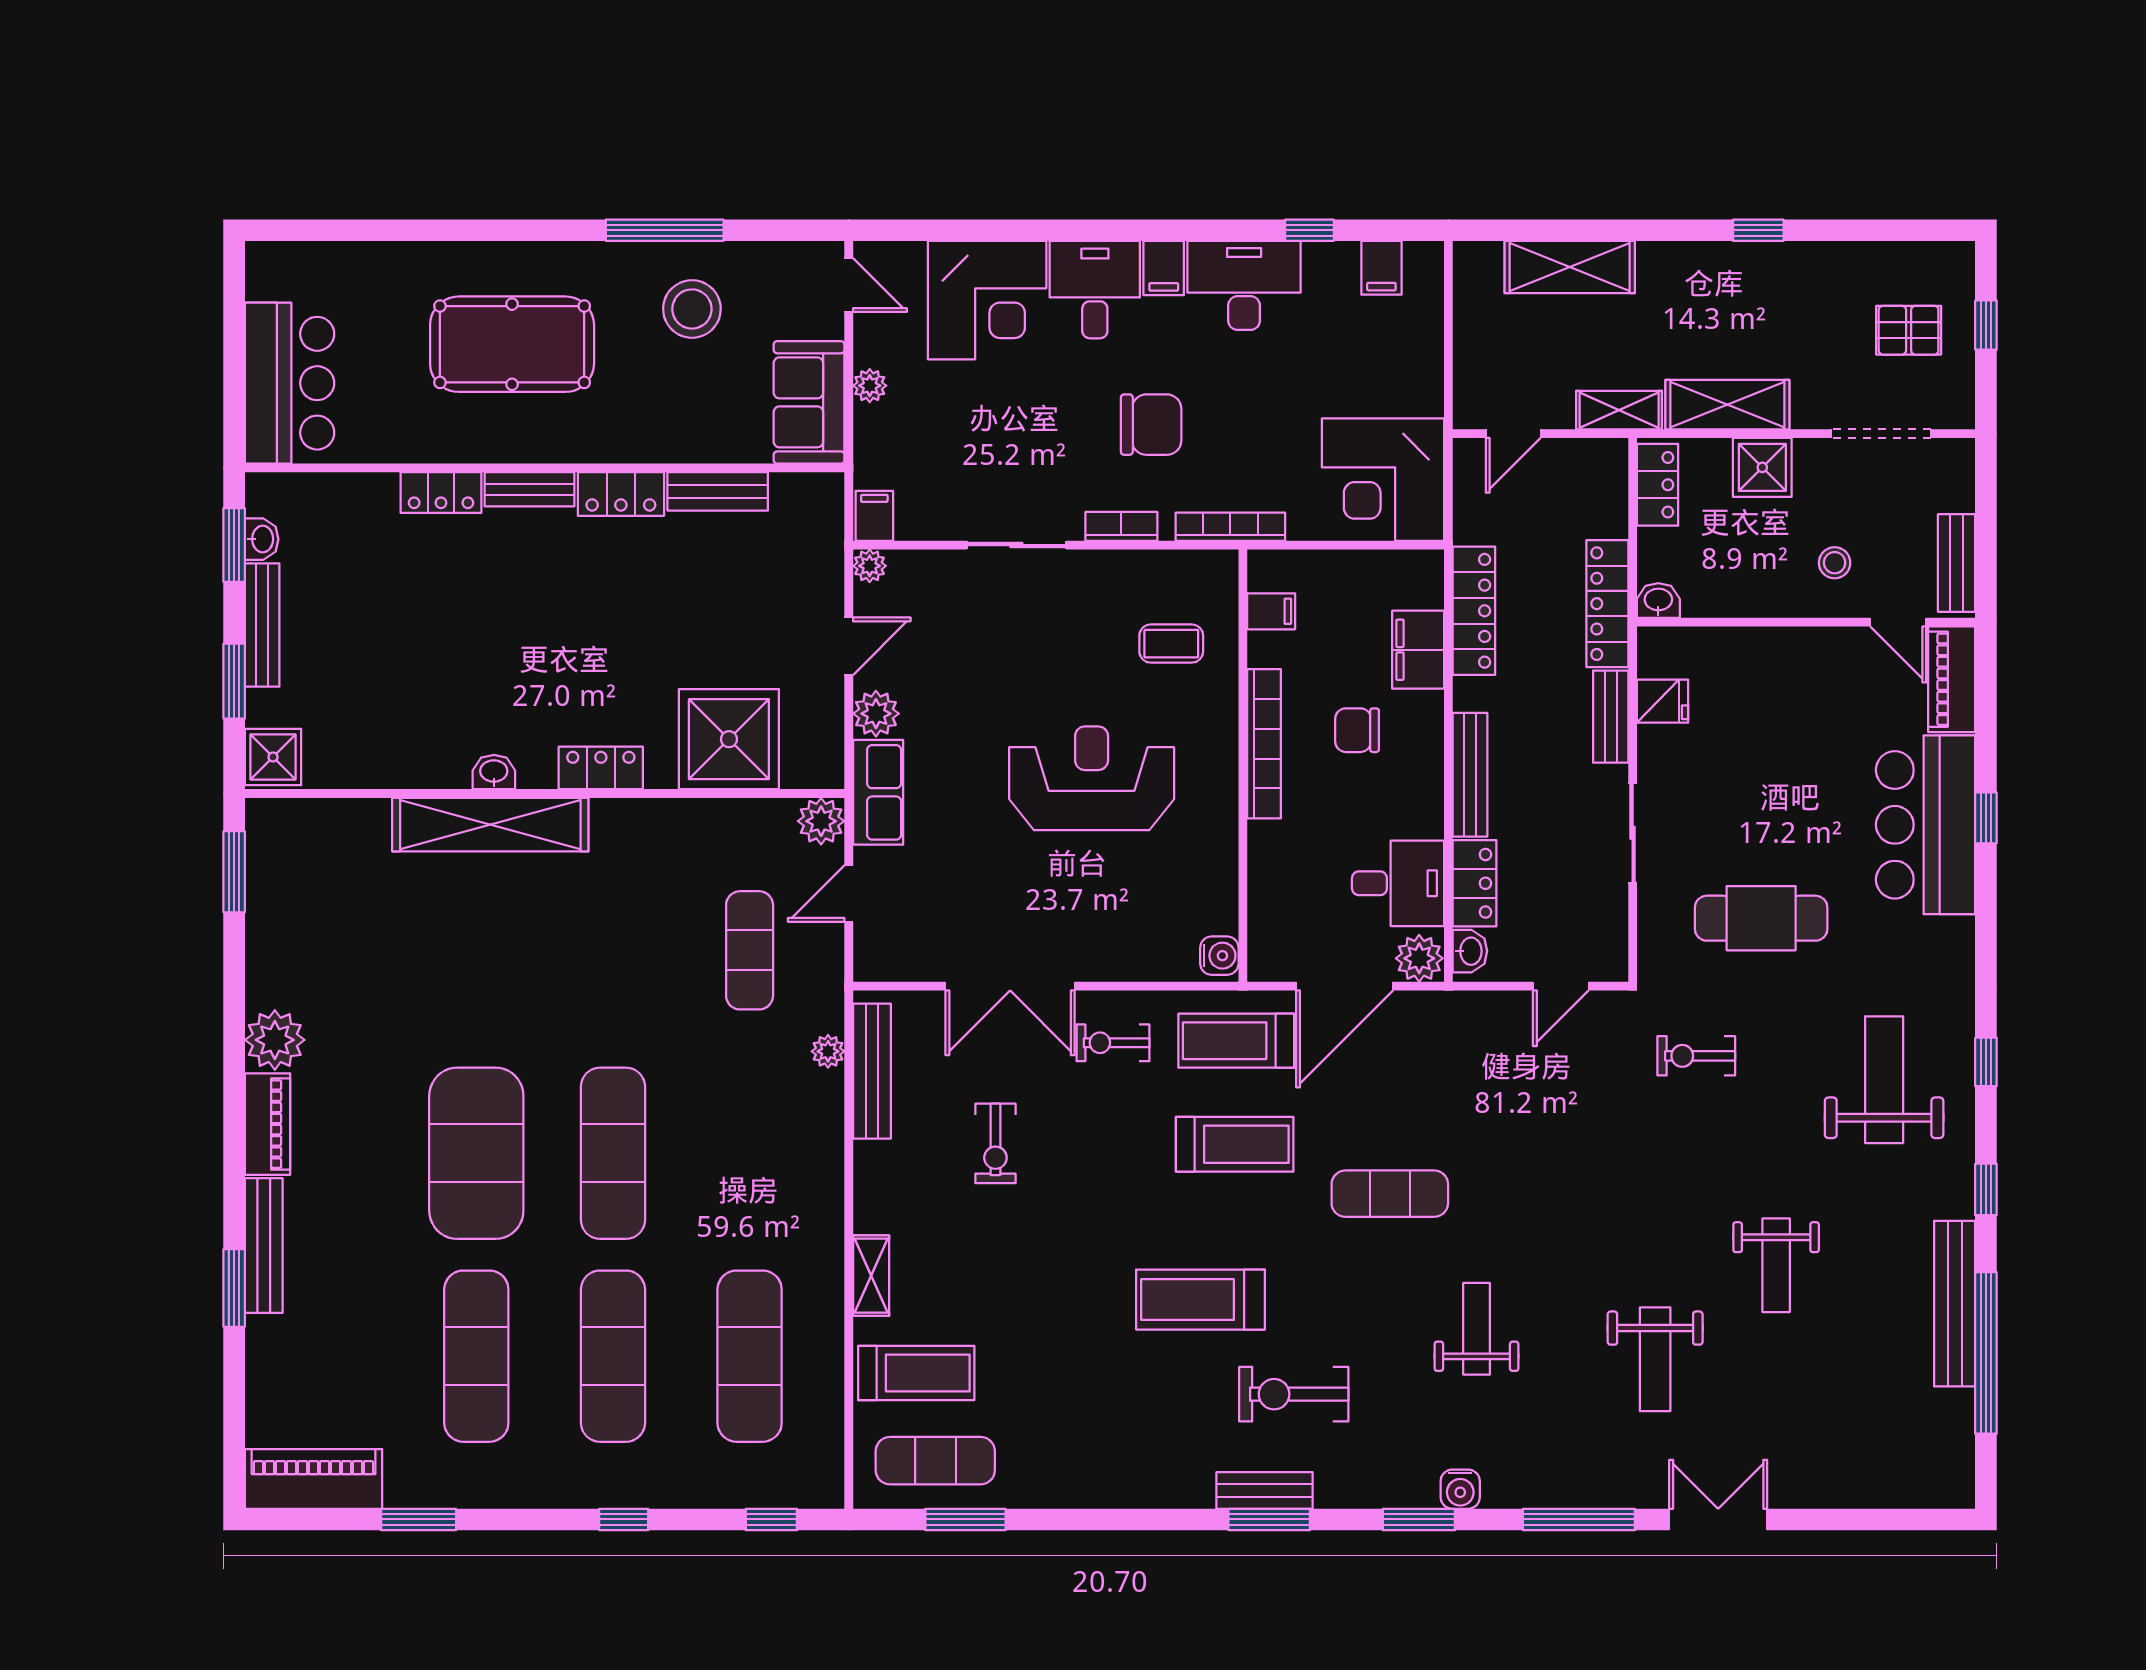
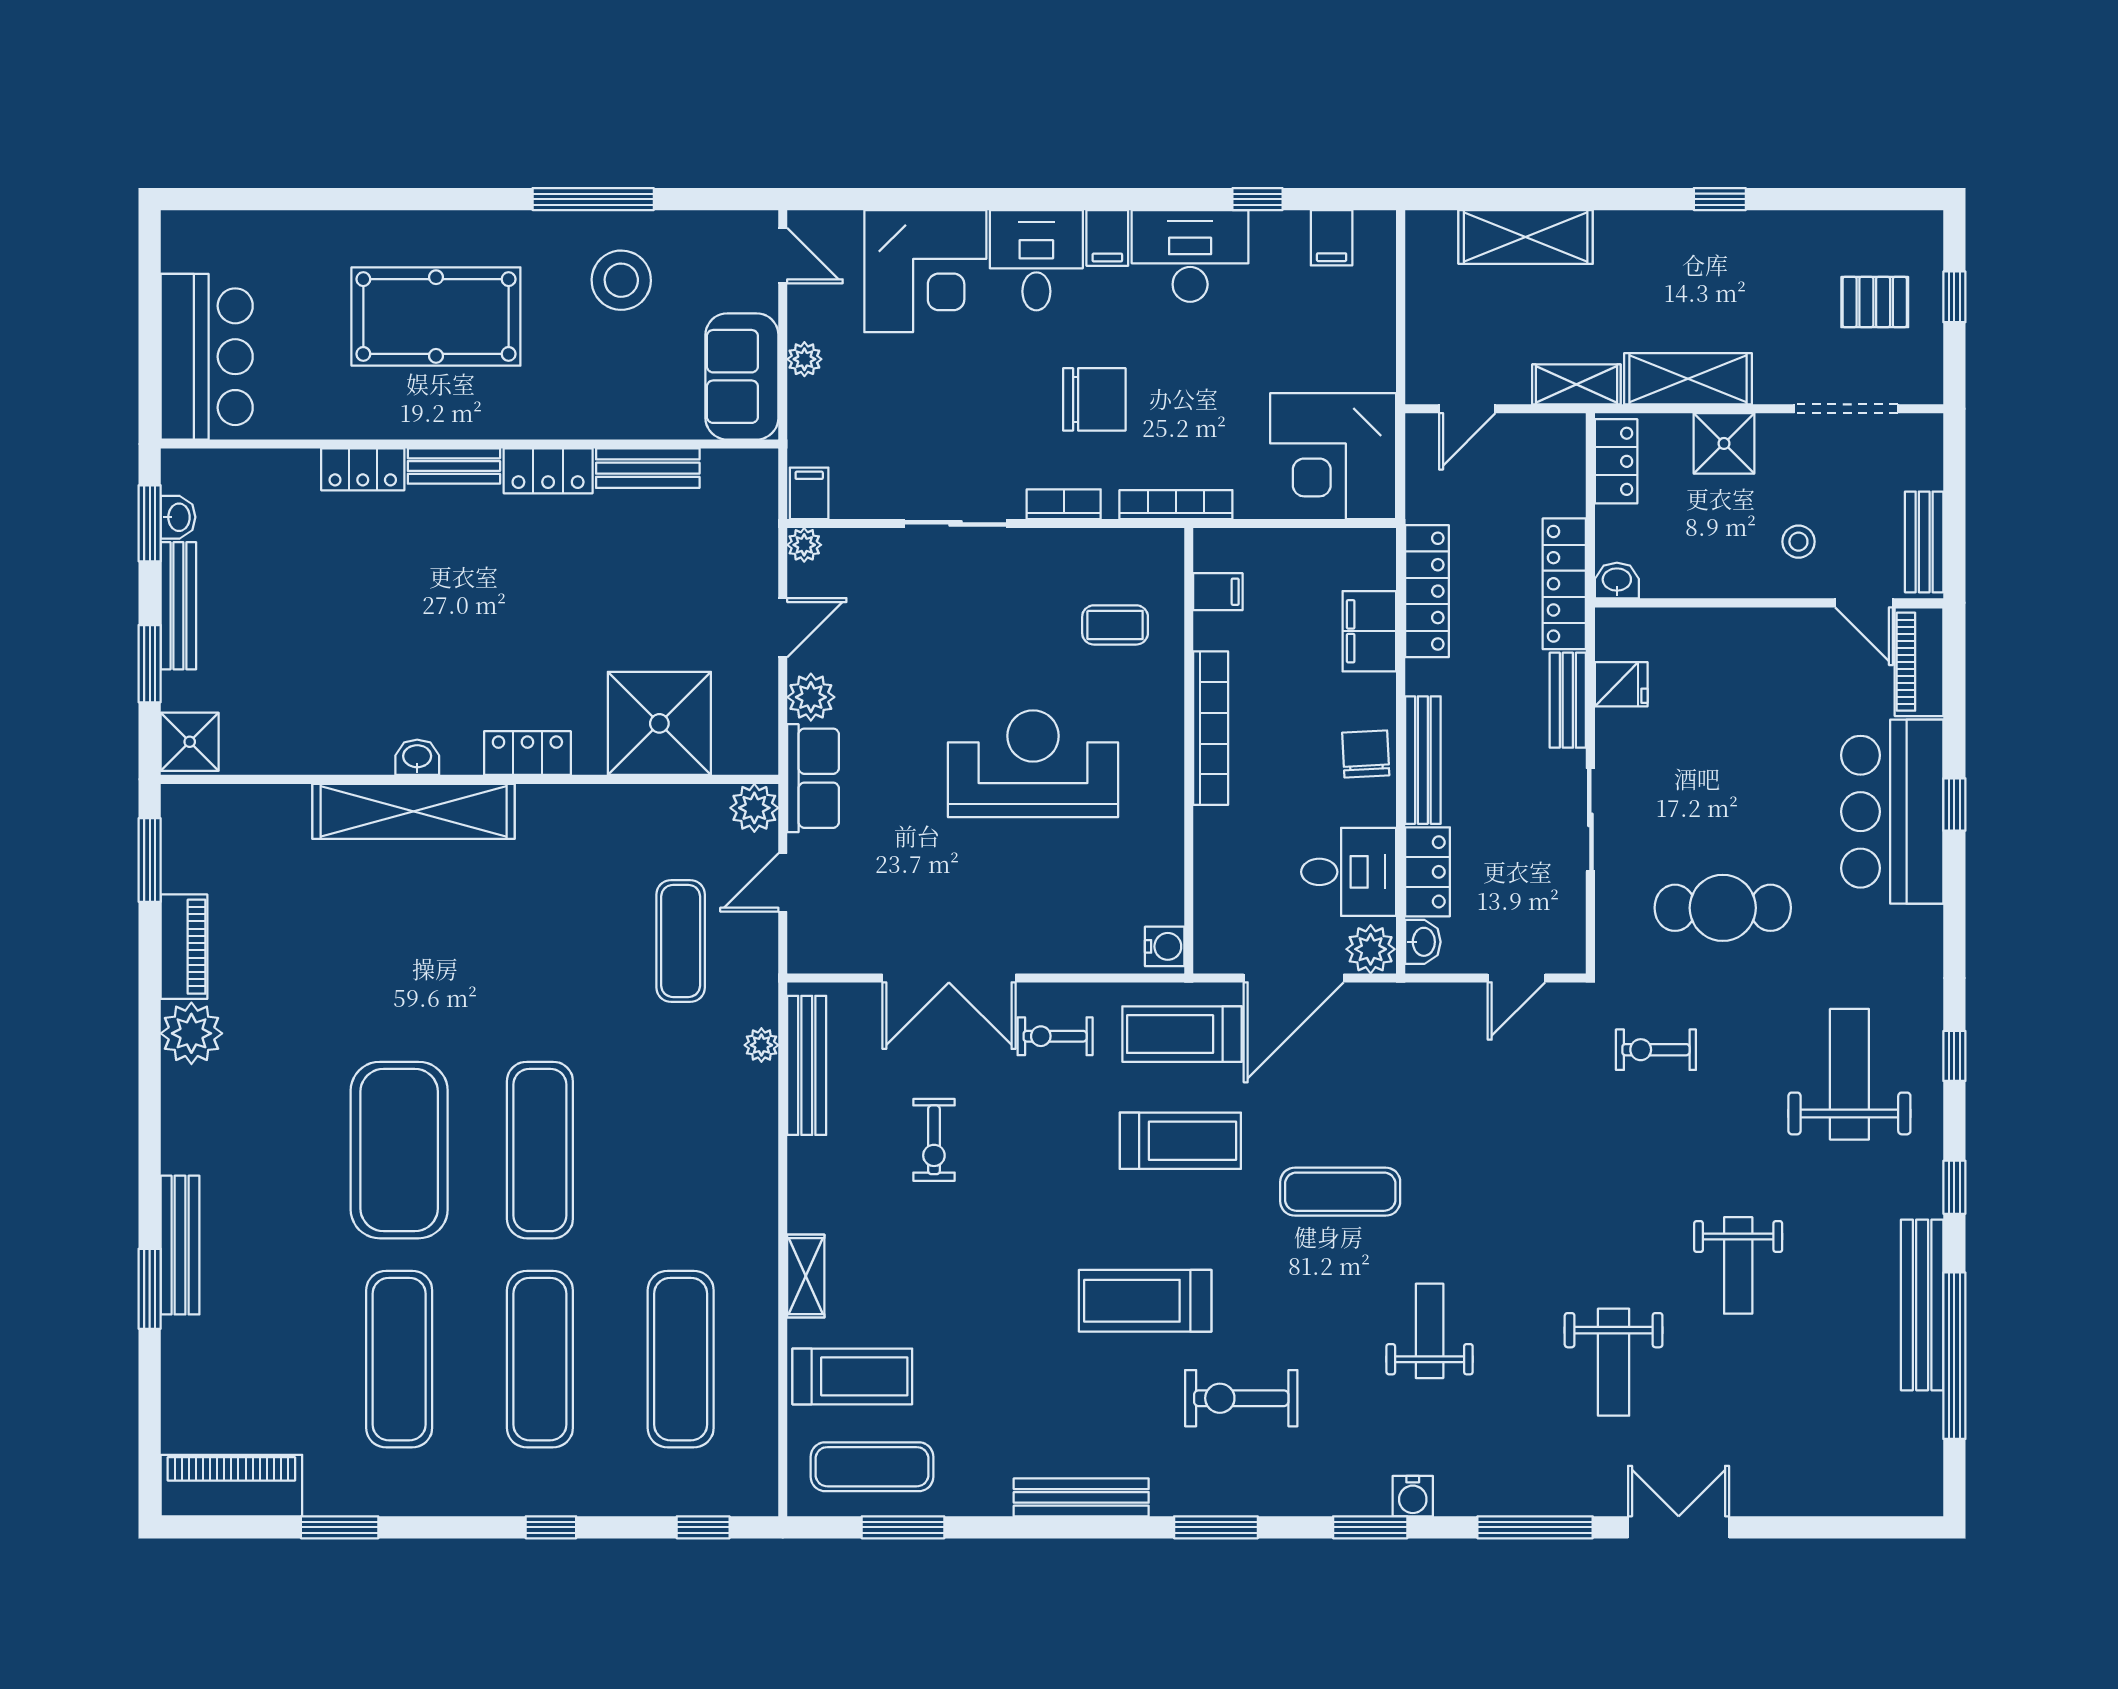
chair: (1357, 730) -> (1366, 754), moved, turned 87
piano: (267, 1124) -> (184, 947), moved
bench: (1264, 1490) -> (1081, 1497), moved, width x1.36

